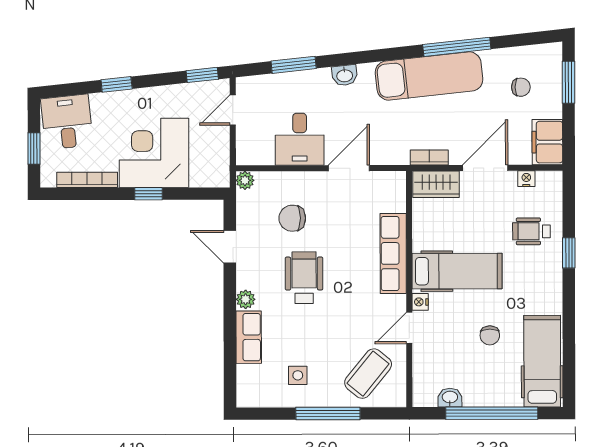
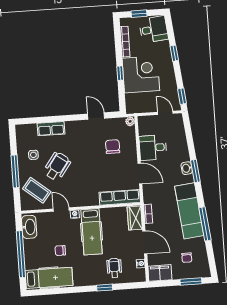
window: (294, 65) -> (195, 171), moved
door: (230, 247) -> (96, 116), hinge flipped
row of seats: (393, 253) -> (120, 197), moved
wheelchair: (304, 278) -> (57, 166), moved, turned -54
plant: (246, 299) -> (70, 126), removed
washbasin: (450, 398) -> (29, 227), width x1.91, depth x1.45

